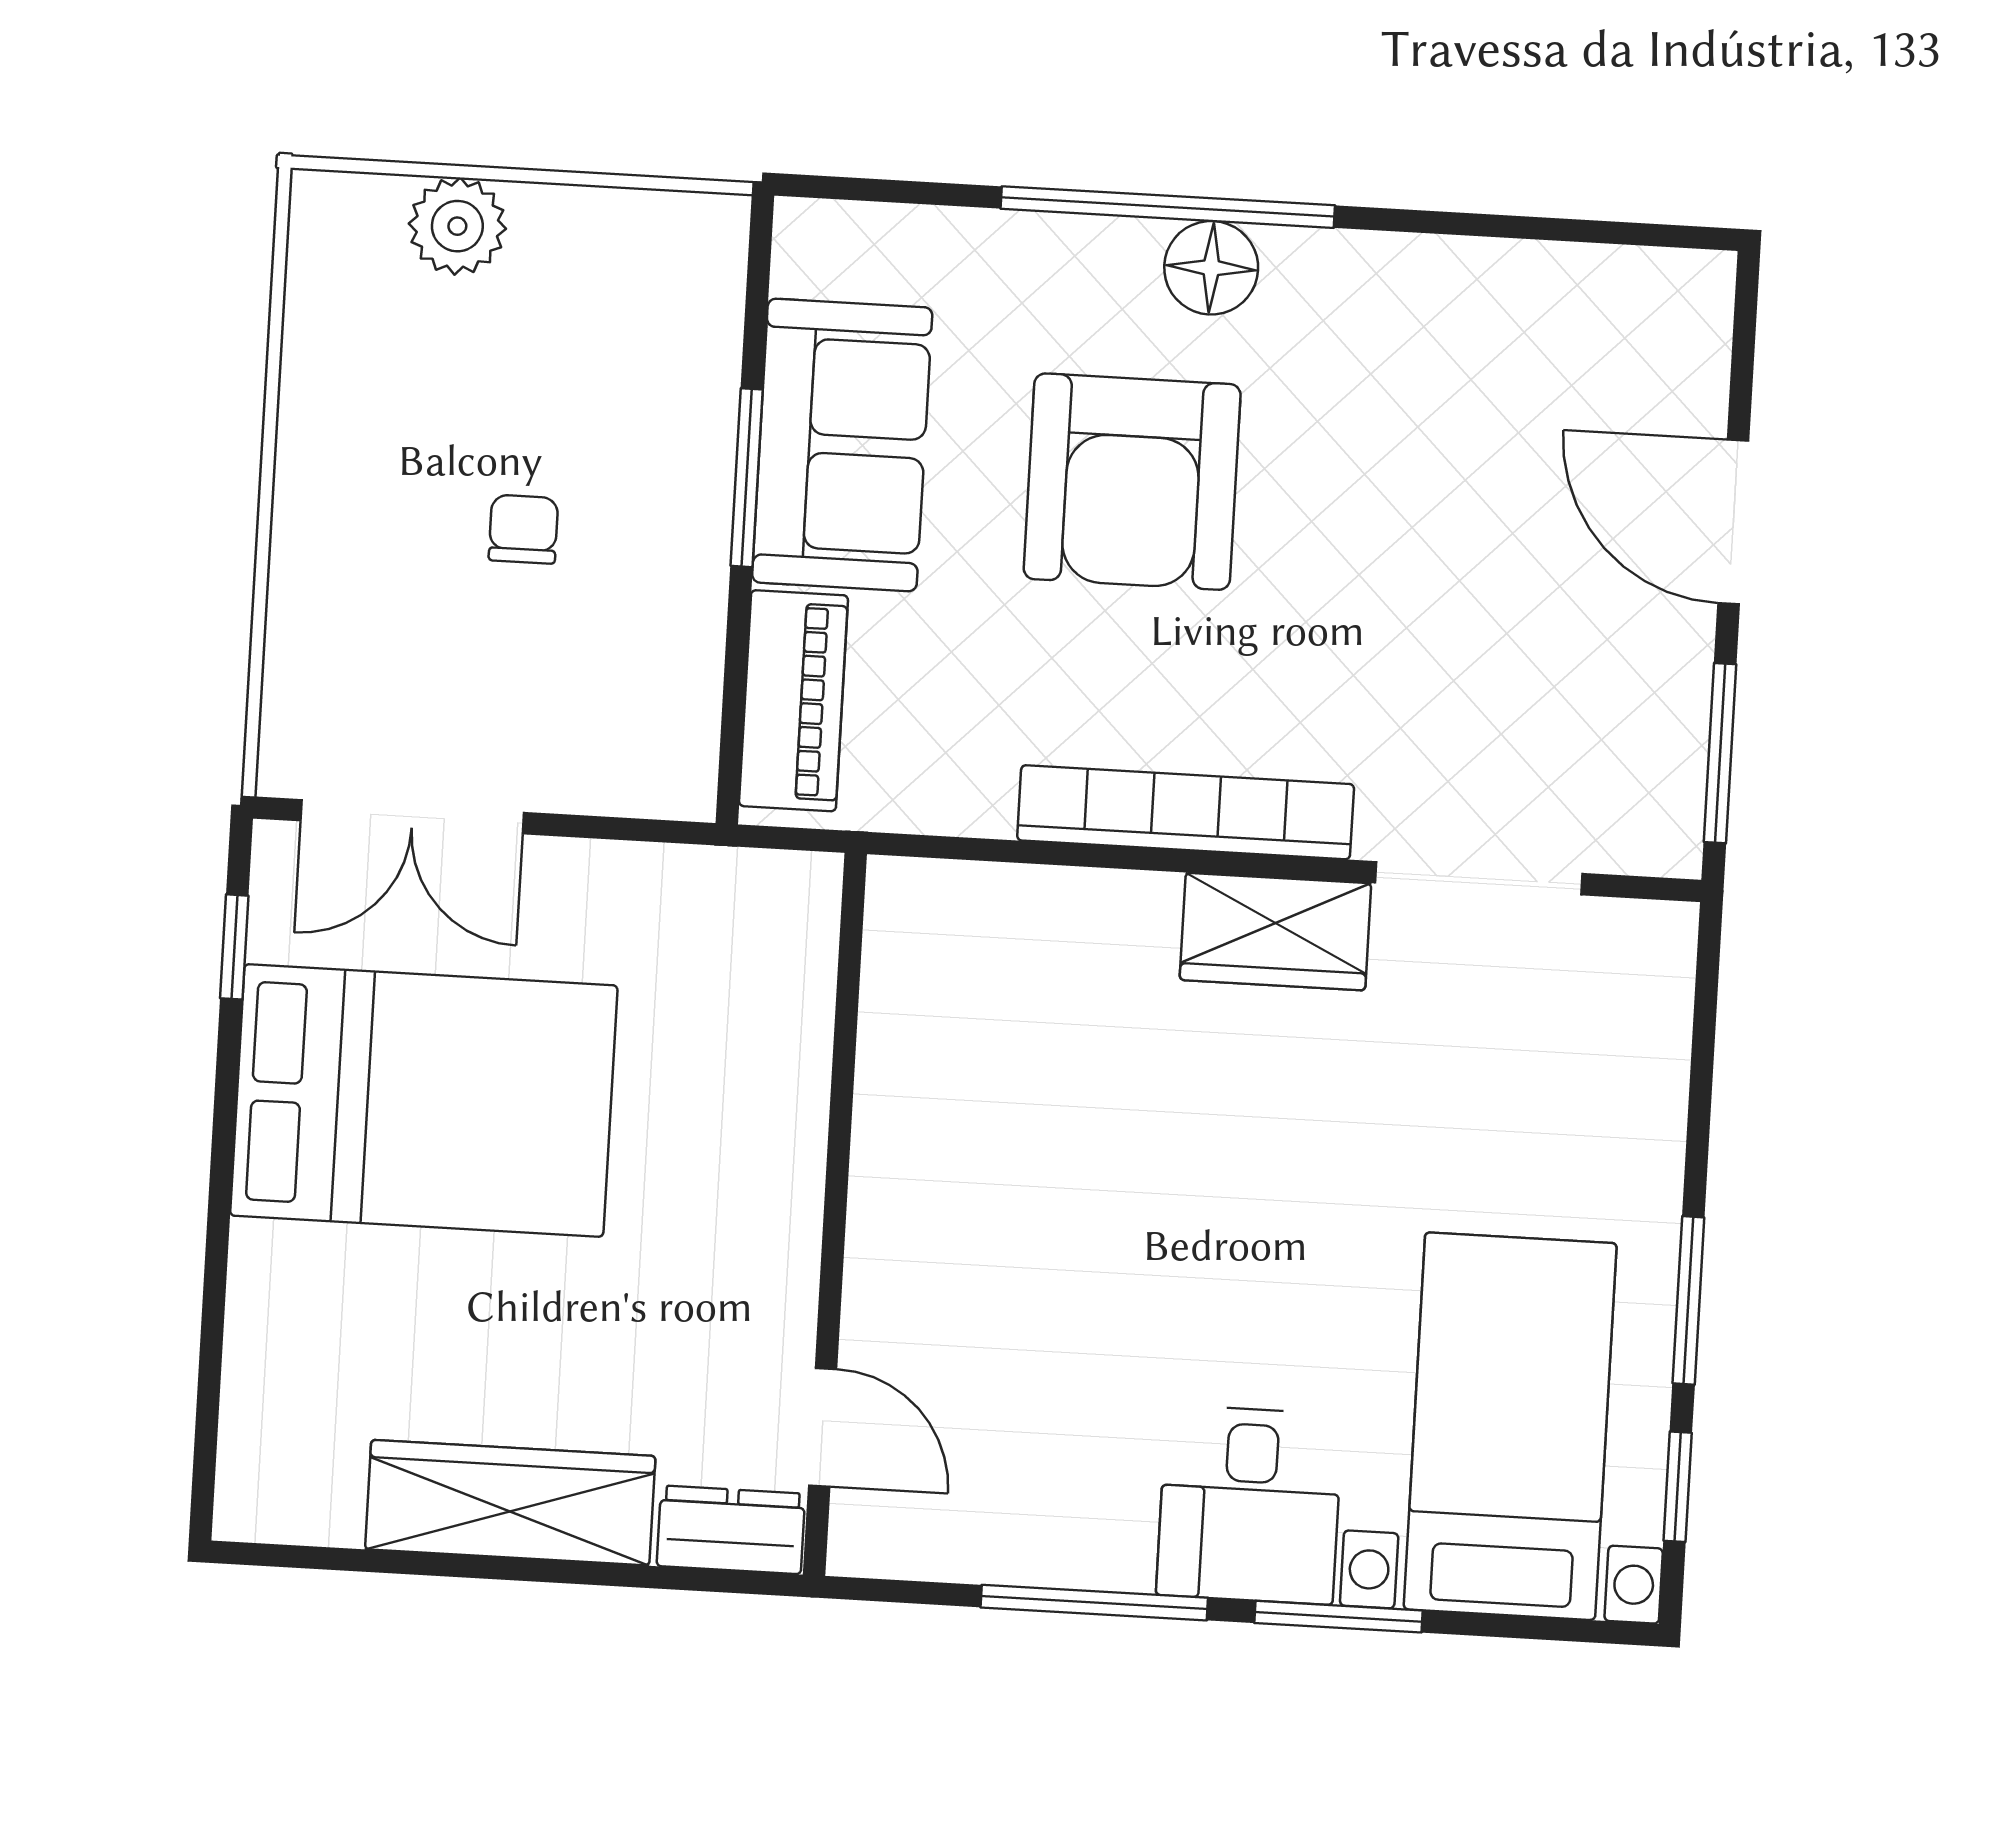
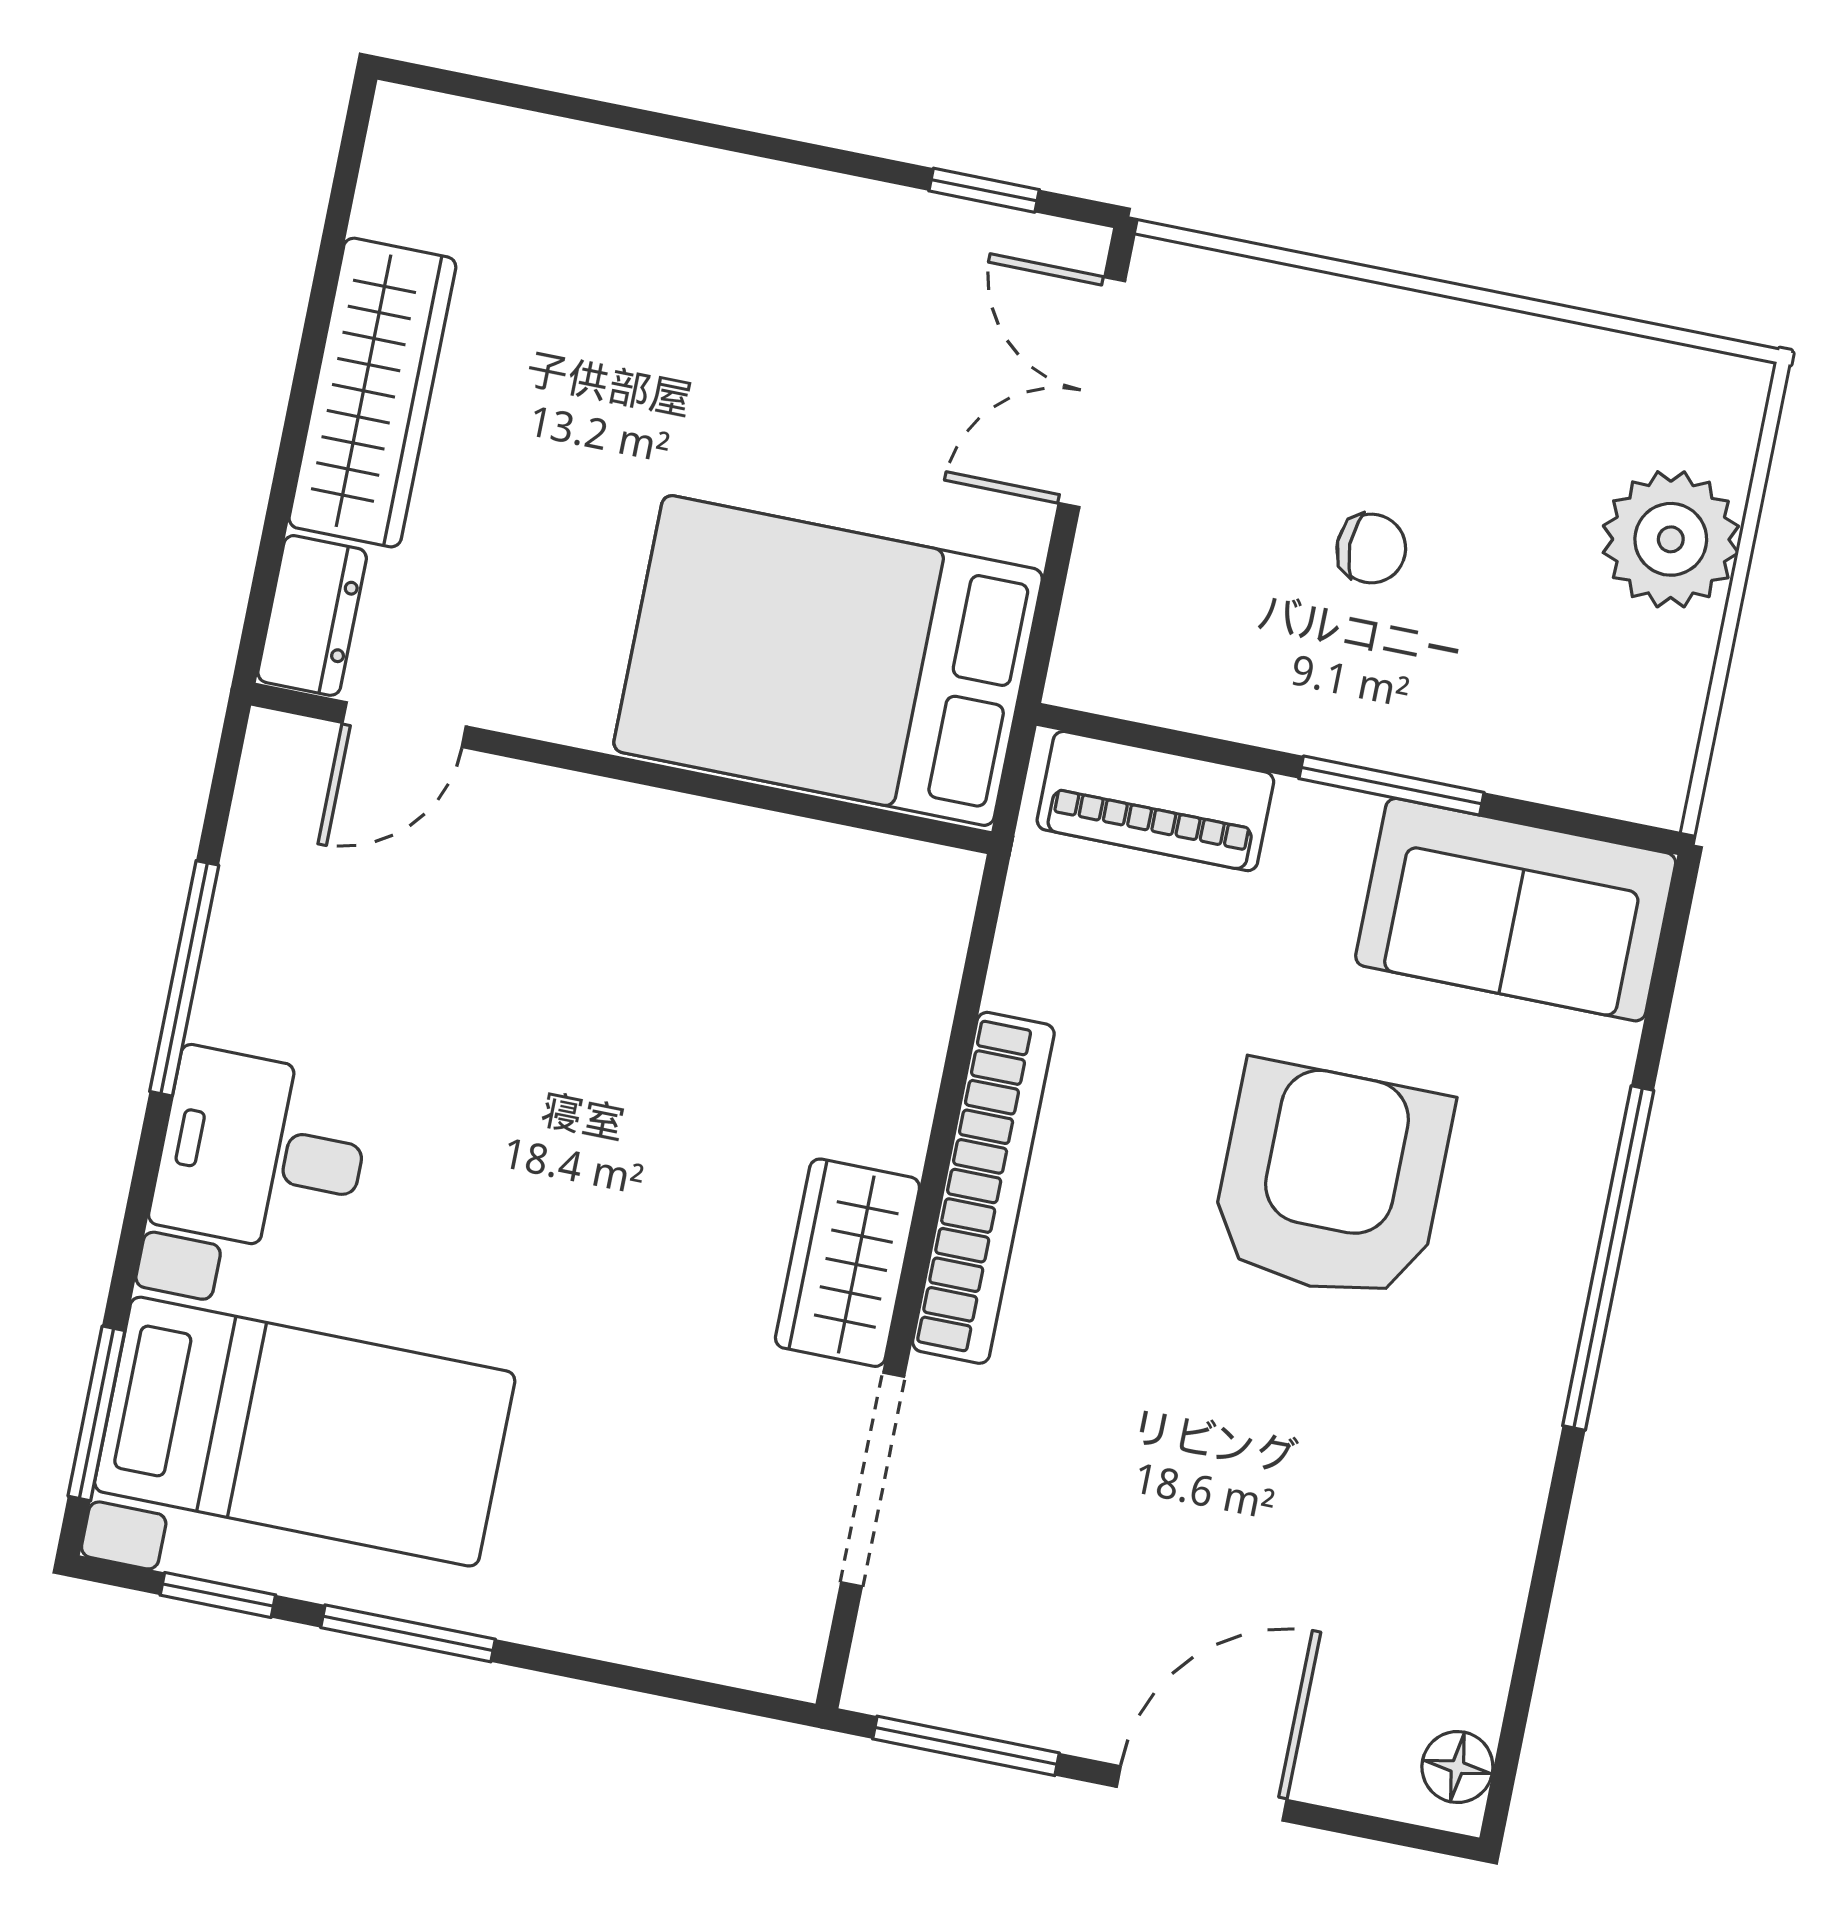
plant: (457, 226) -> (1671, 539), width x1.36, depth x1.36
floor lamp: (1211, 268) -> (1457, 1767), moved, width x0.73, depth x0.73
sofa: (842, 445) -> (1516, 910), moved
armchair: (1132, 482) -> (1331, 1181), turned 90
bed: (424, 1101) -> (828, 661), moved, turned 90
window: (1338, 1617) -> (96, 1413), moved

